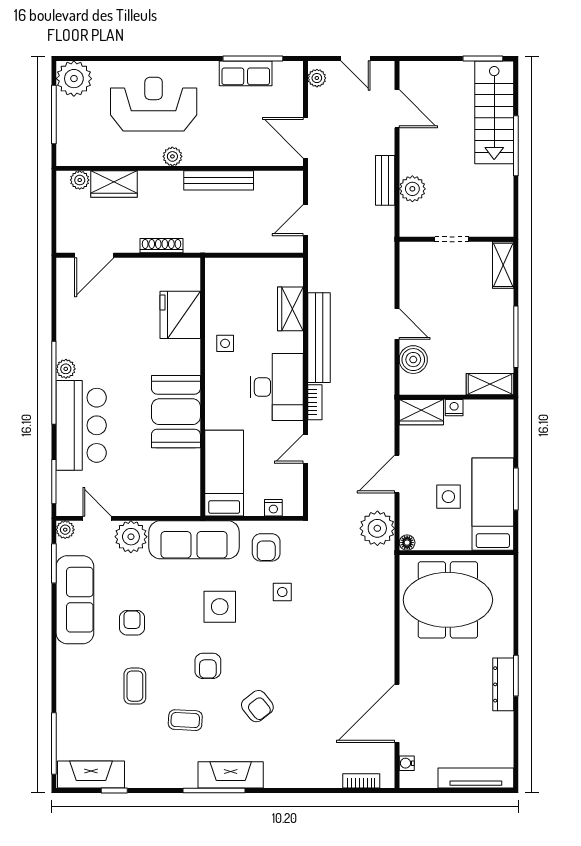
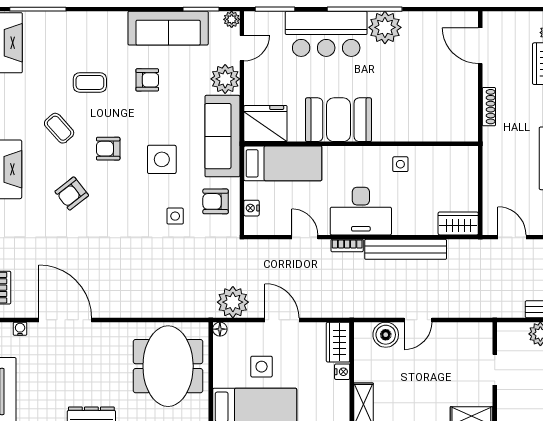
wardrobe: (290, 309) -> (458, 223), moved
fridge: (180, 315) -> (265, 124), moved
plant: (66, 369) -> (385, 27), width x1.88, depth x1.88
coffee table: (185, 720) -> (59, 128), turned -45

